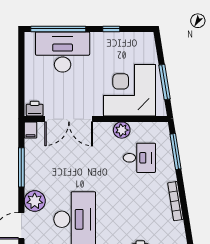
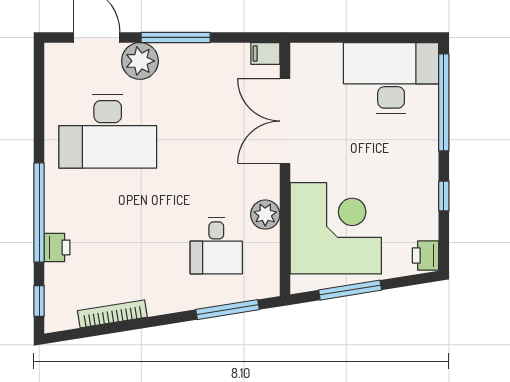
desk: (63, 52) -> (391, 78), moved, turned -90
printer: (35, 109) -> (425, 255), moved, turned 180
window: (21, 167) -> (176, 37), moved
bookcase: (176, 201) -> (112, 314), moved

